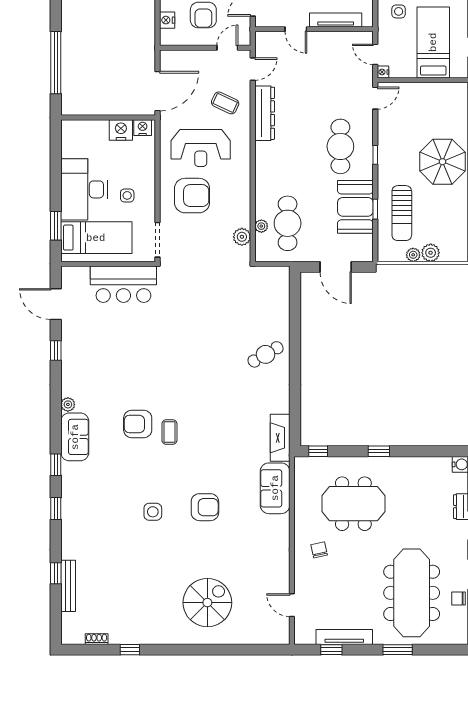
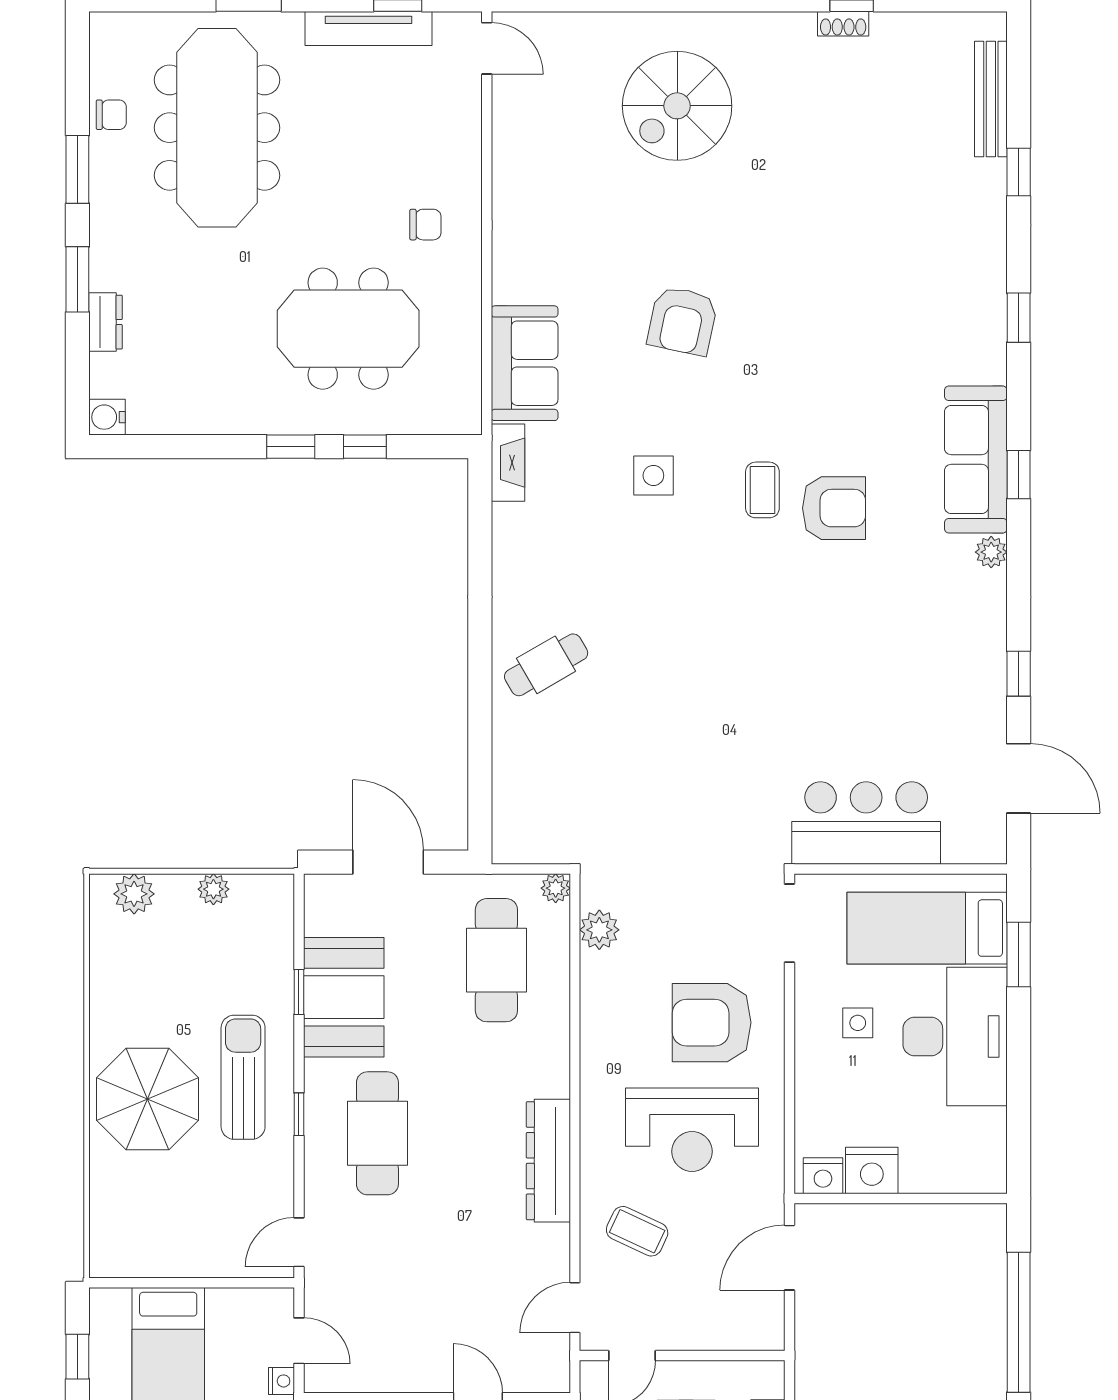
nightstand: (383, 72) -> (281, 1381), moved
door: (157, 91) -> (789, 1258), width x0.73
dresser: (265, 113) -> (548, 1161), moved
reception desk: (201, 148) -> (692, 1130), turned 180
sun lounger: (402, 213) -> (243, 1077), moved
plant: (261, 226) -> (556, 888), moved
plant: (431, 253) -> (134, 894), moved
sofa: (75, 437) -> (976, 460), width x1.36
fireplace: (280, 438) -> (508, 463), width x0.73, depth x0.76
window: (318, 451) -> (365, 447), moved
window: (56, 465) -> (1019, 475), moved
armchair: (205, 507) -> (683, 321), turned -78
side table: (153, 512) -> (653, 475), moved
chair: (319, 550) -> (425, 225), turned -78
bench: (68, 586) -> (991, 99), moved
door: (292, 605) -> (487, 48), moved
shoe rack: (97, 639) -> (843, 24), moved

